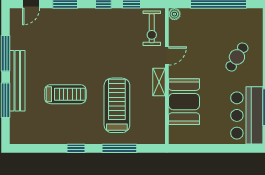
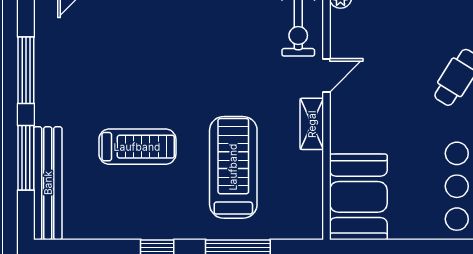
bench: (17, 81) -> (48, 183), moved
booth: (184, 102) -> (358, 197), moved

